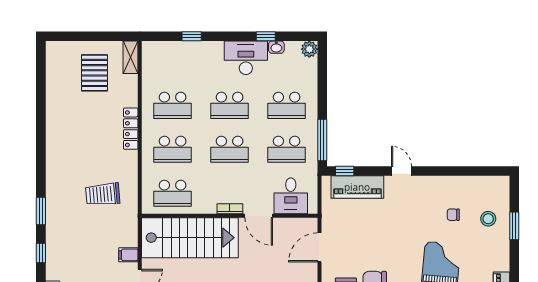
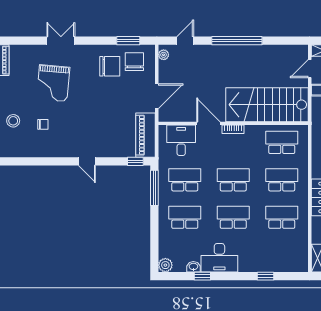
piano: (357, 187) -> (146, 135), moved, turned -90

